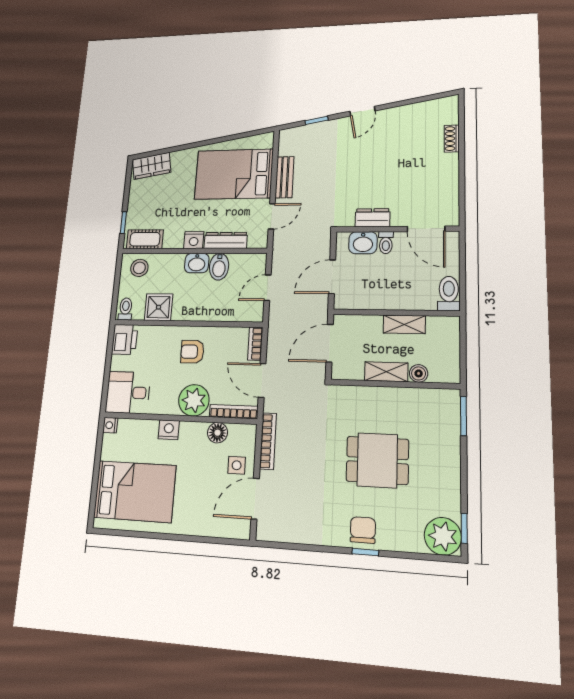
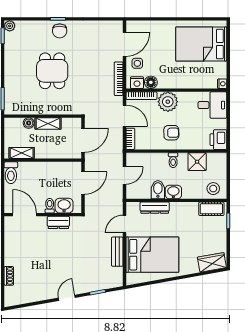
nightstand: (194, 240) -> (177, 208), removed
toilet: (126, 309) -> (173, 160), moved
shelving: (404, 324) -> (22, 153), moved
nightstand: (169, 430) -> (137, 83), moved
dining table: (377, 460) -> (52, 71), turned 90
plant: (443, 536) -> (10, 26), width x0.53, depth x0.53

